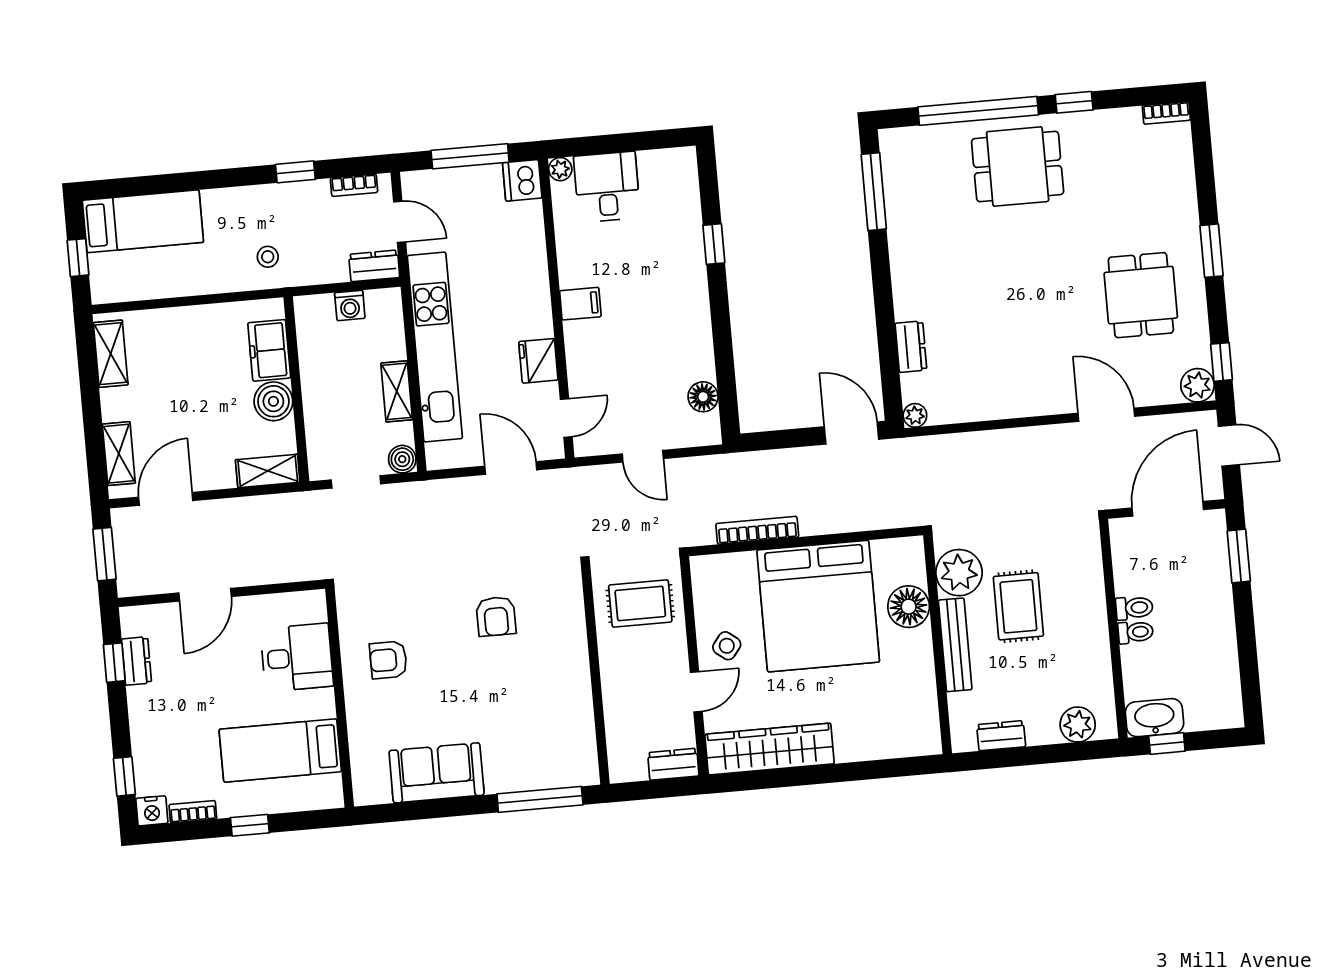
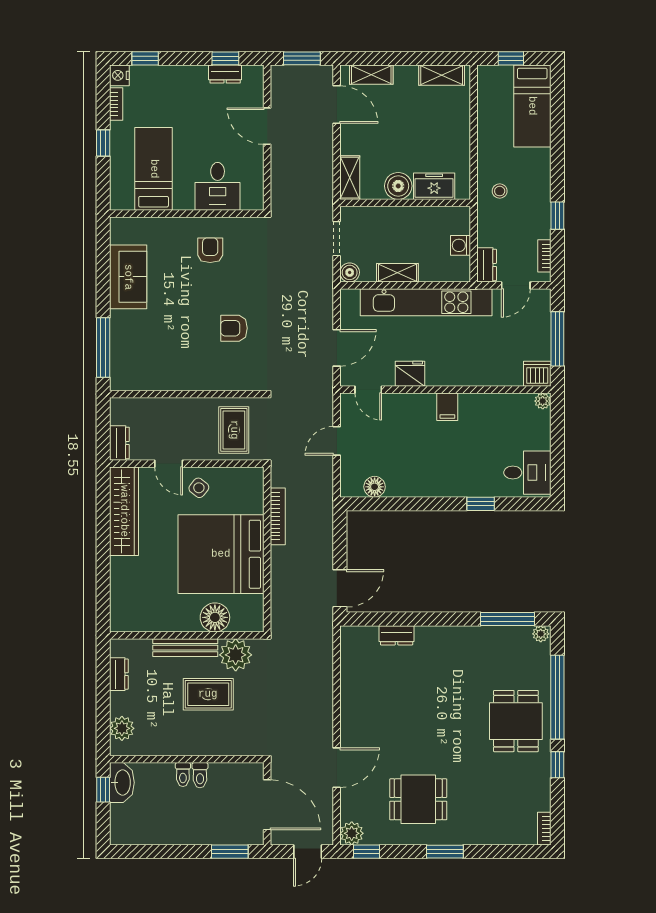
desk: (607, 187) -> (527, 473), moved
plant: (915, 415) -> (541, 634), moved

